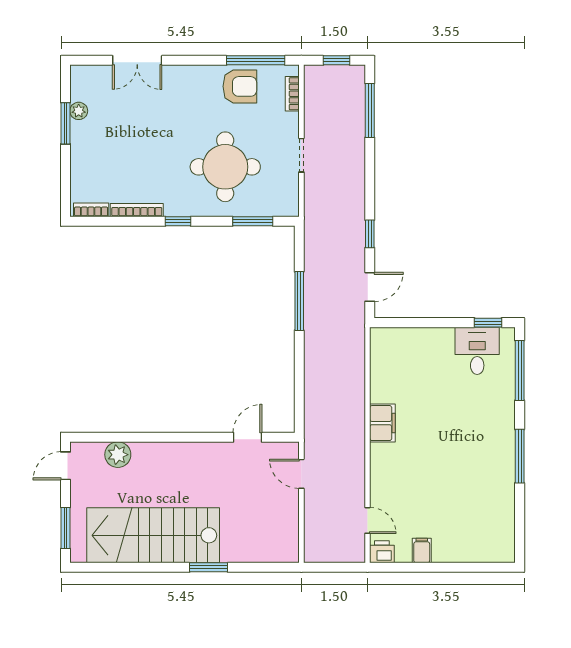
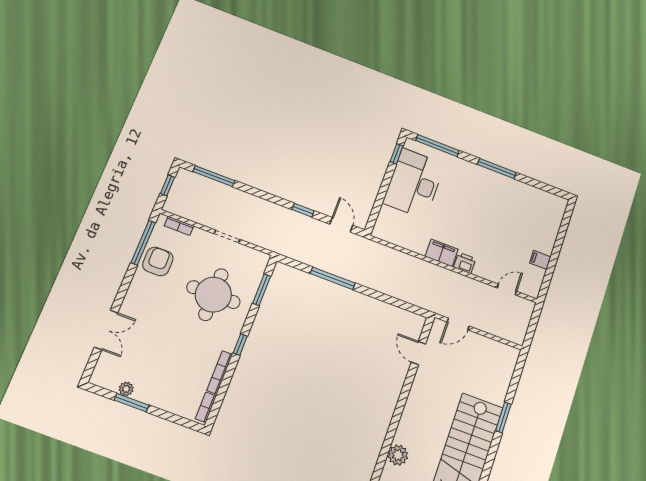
desk: (477, 351) -> (414, 183), width x1.87, depth x1.30
printer: (382, 552) -> (465, 263), moved, turned 90

